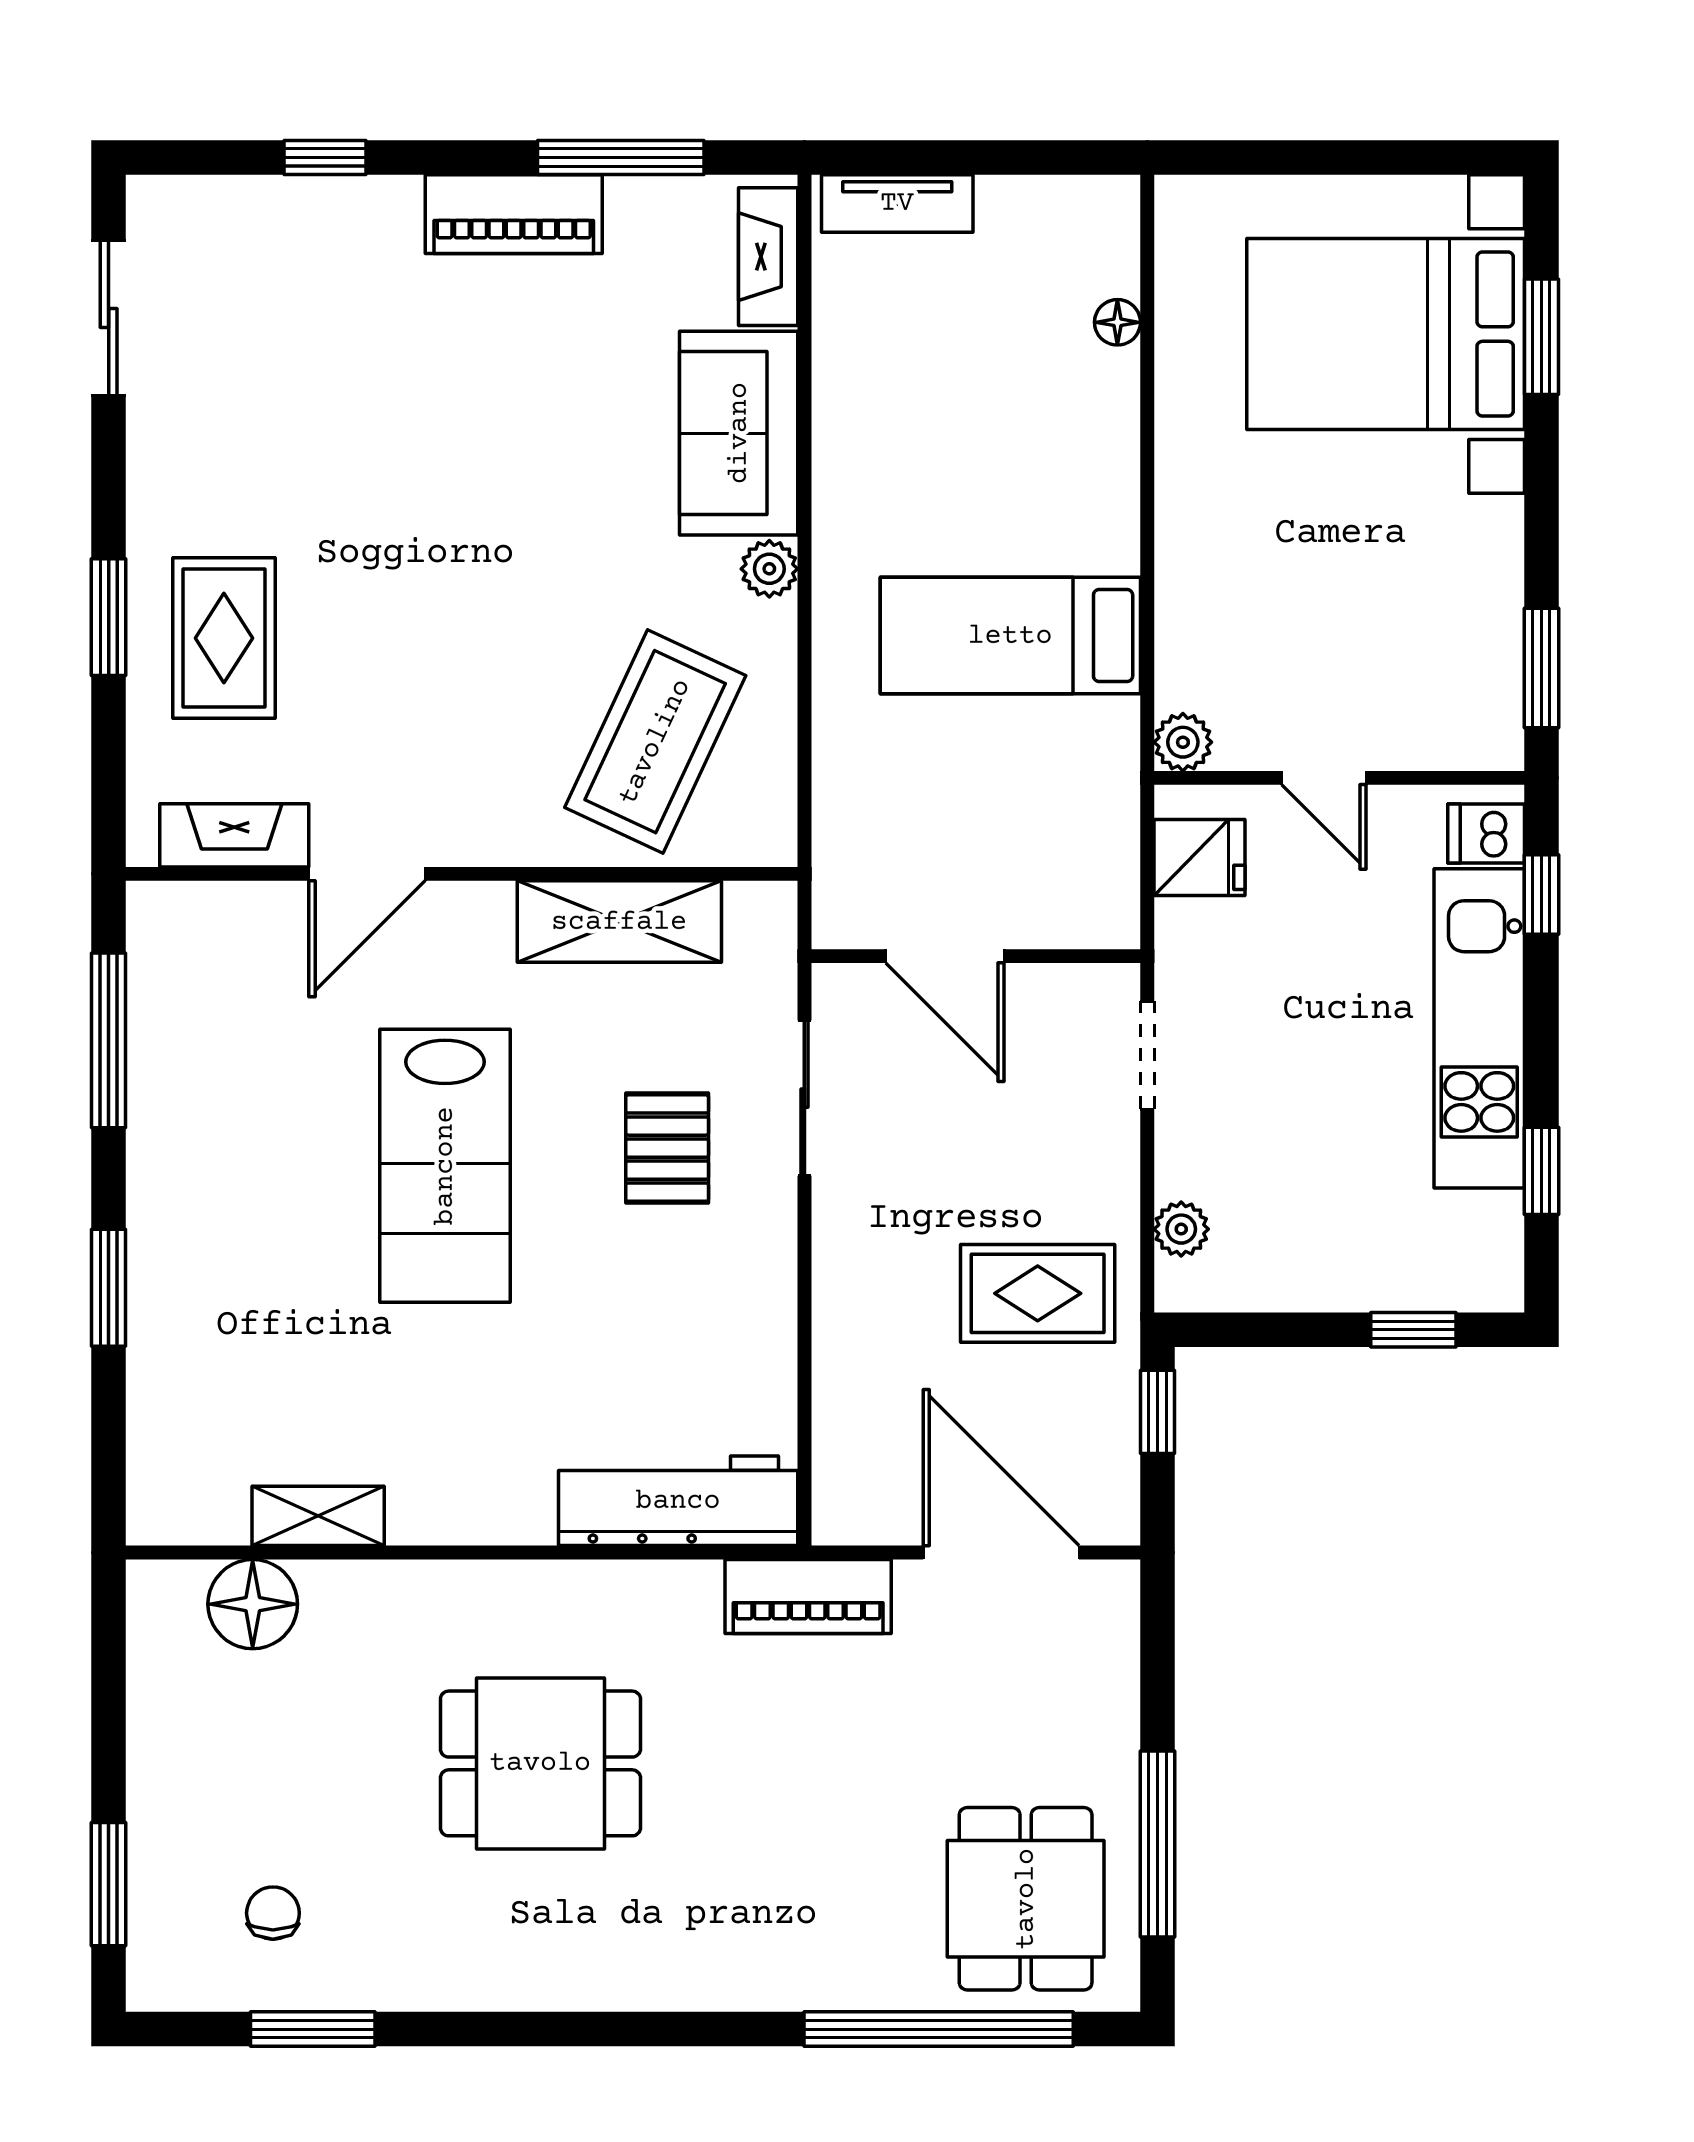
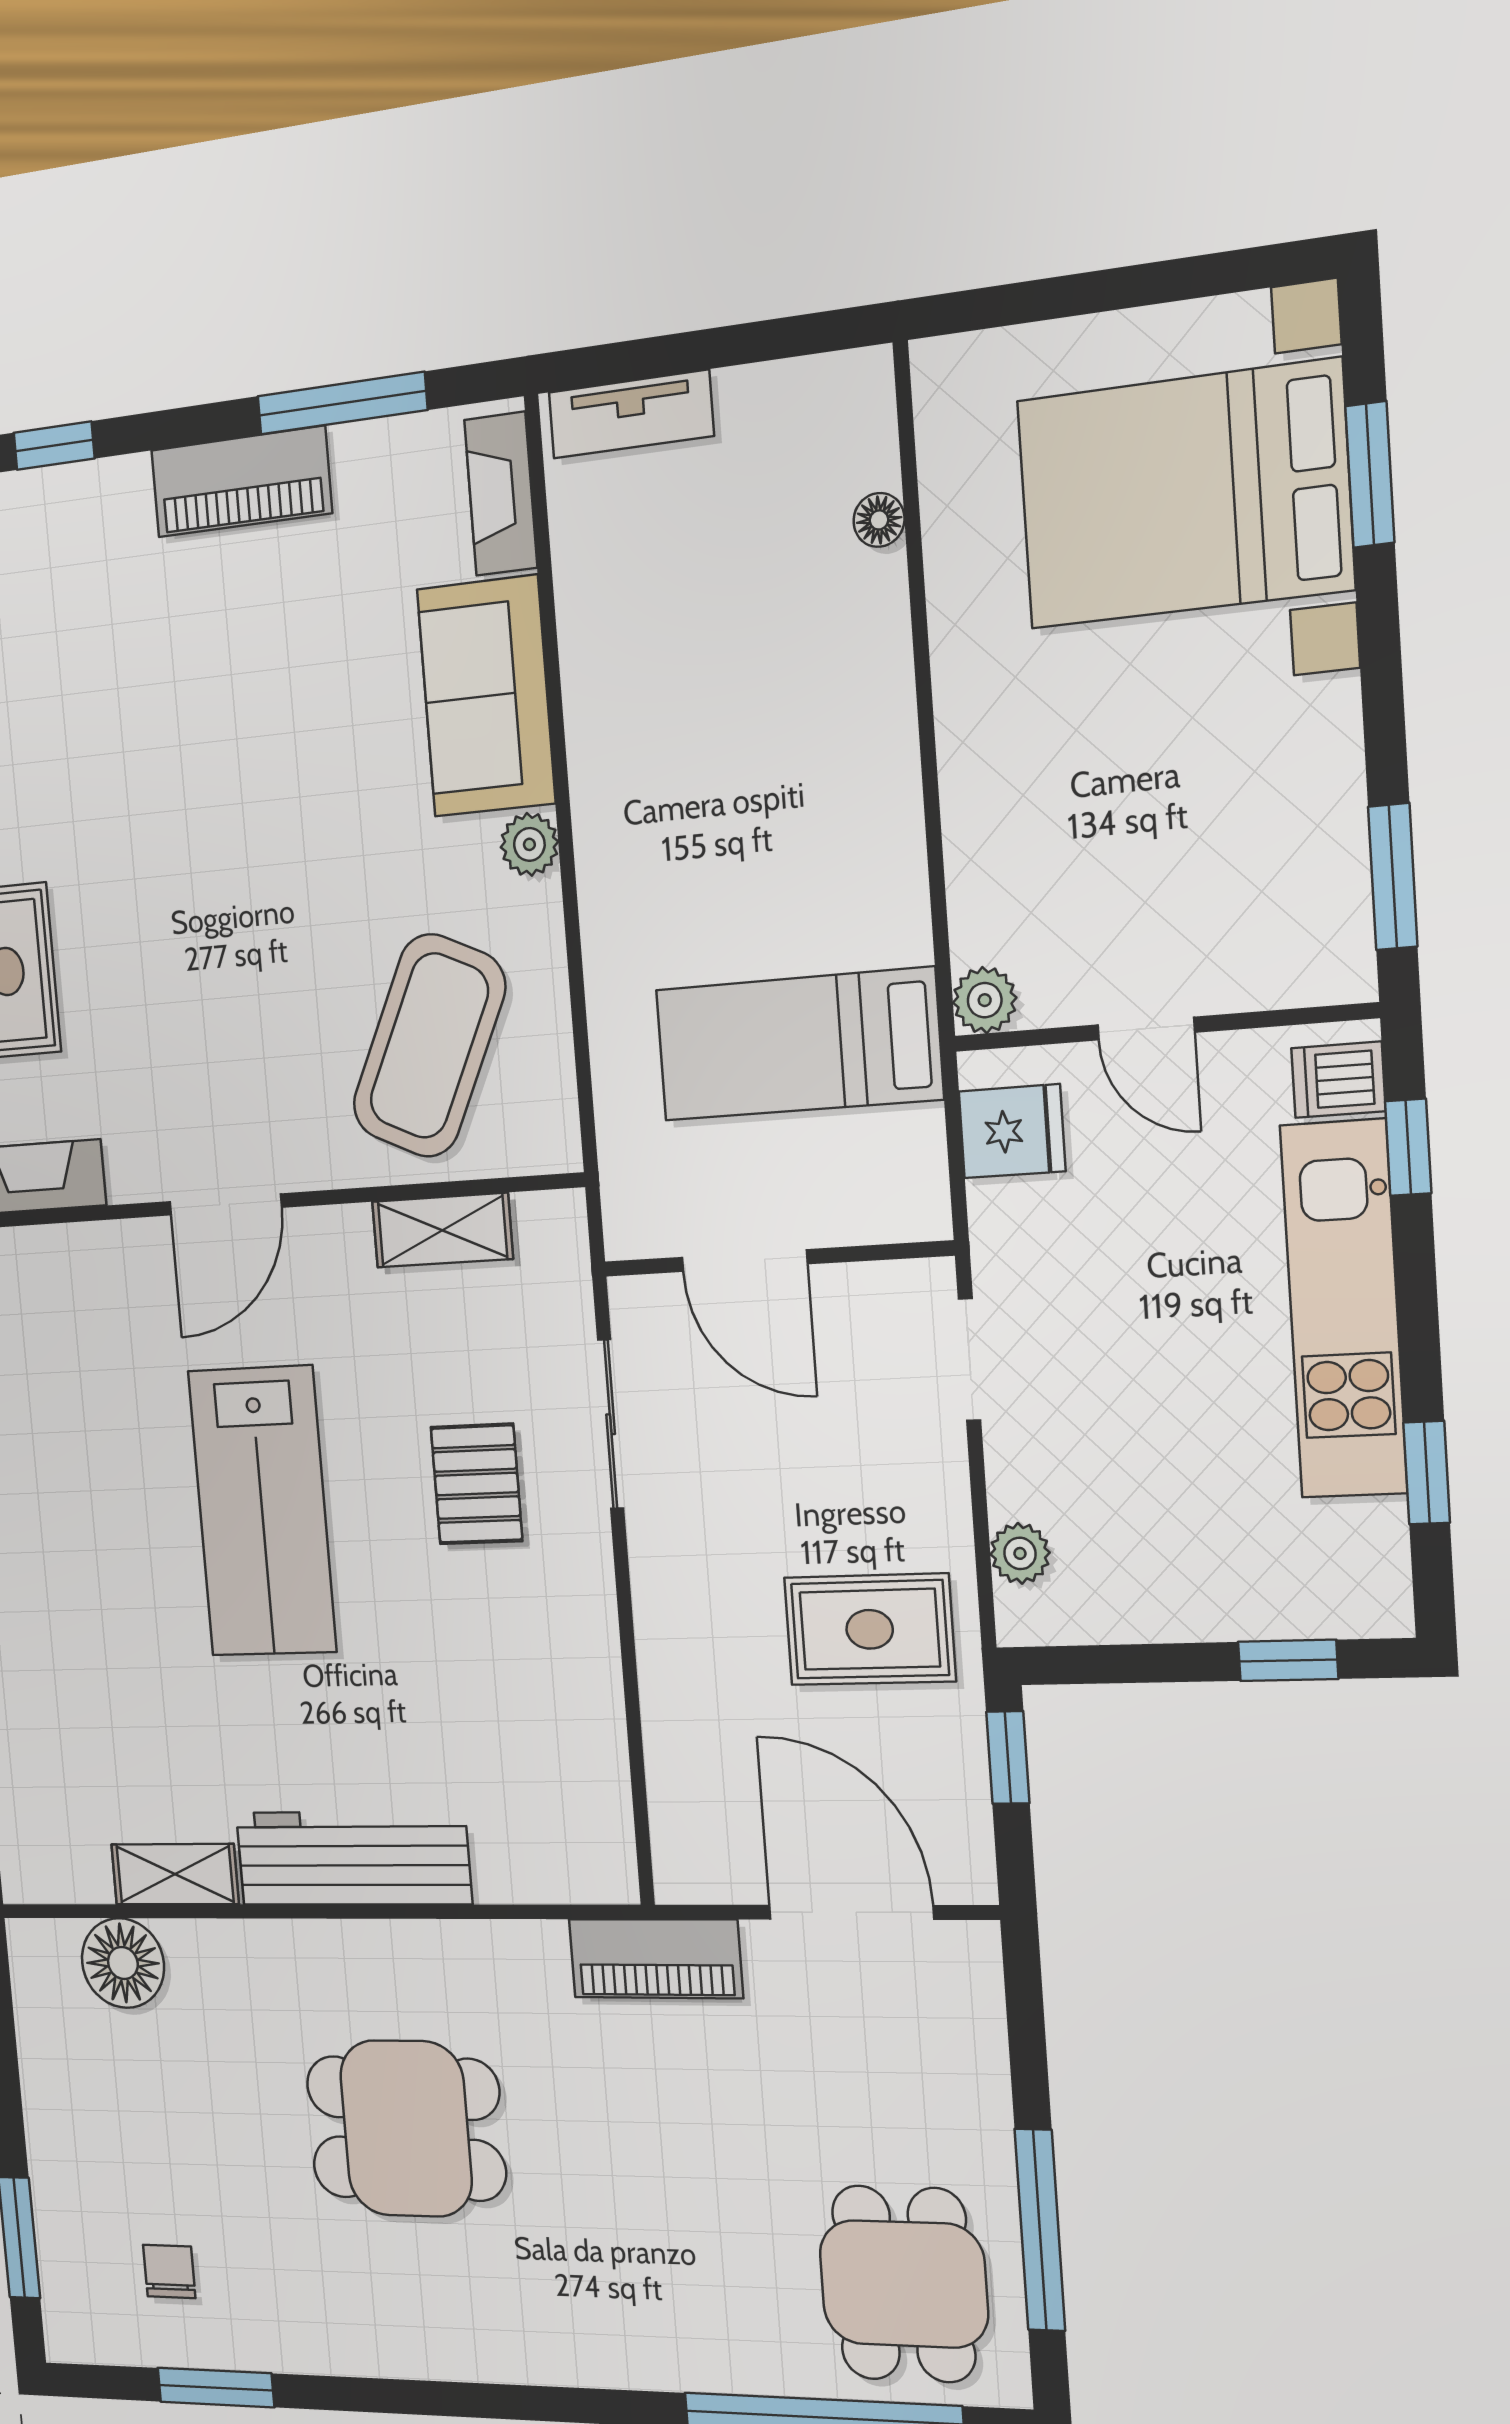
bed: (1010, 636) -> (799, 1044), moved
door: (367, 874) -> (225, 1204), moved
shelving: (619, 922) -> (442, 1230), width x0.67, depth x0.75
workbench: (678, 1501) -> (353, 1858), moved

